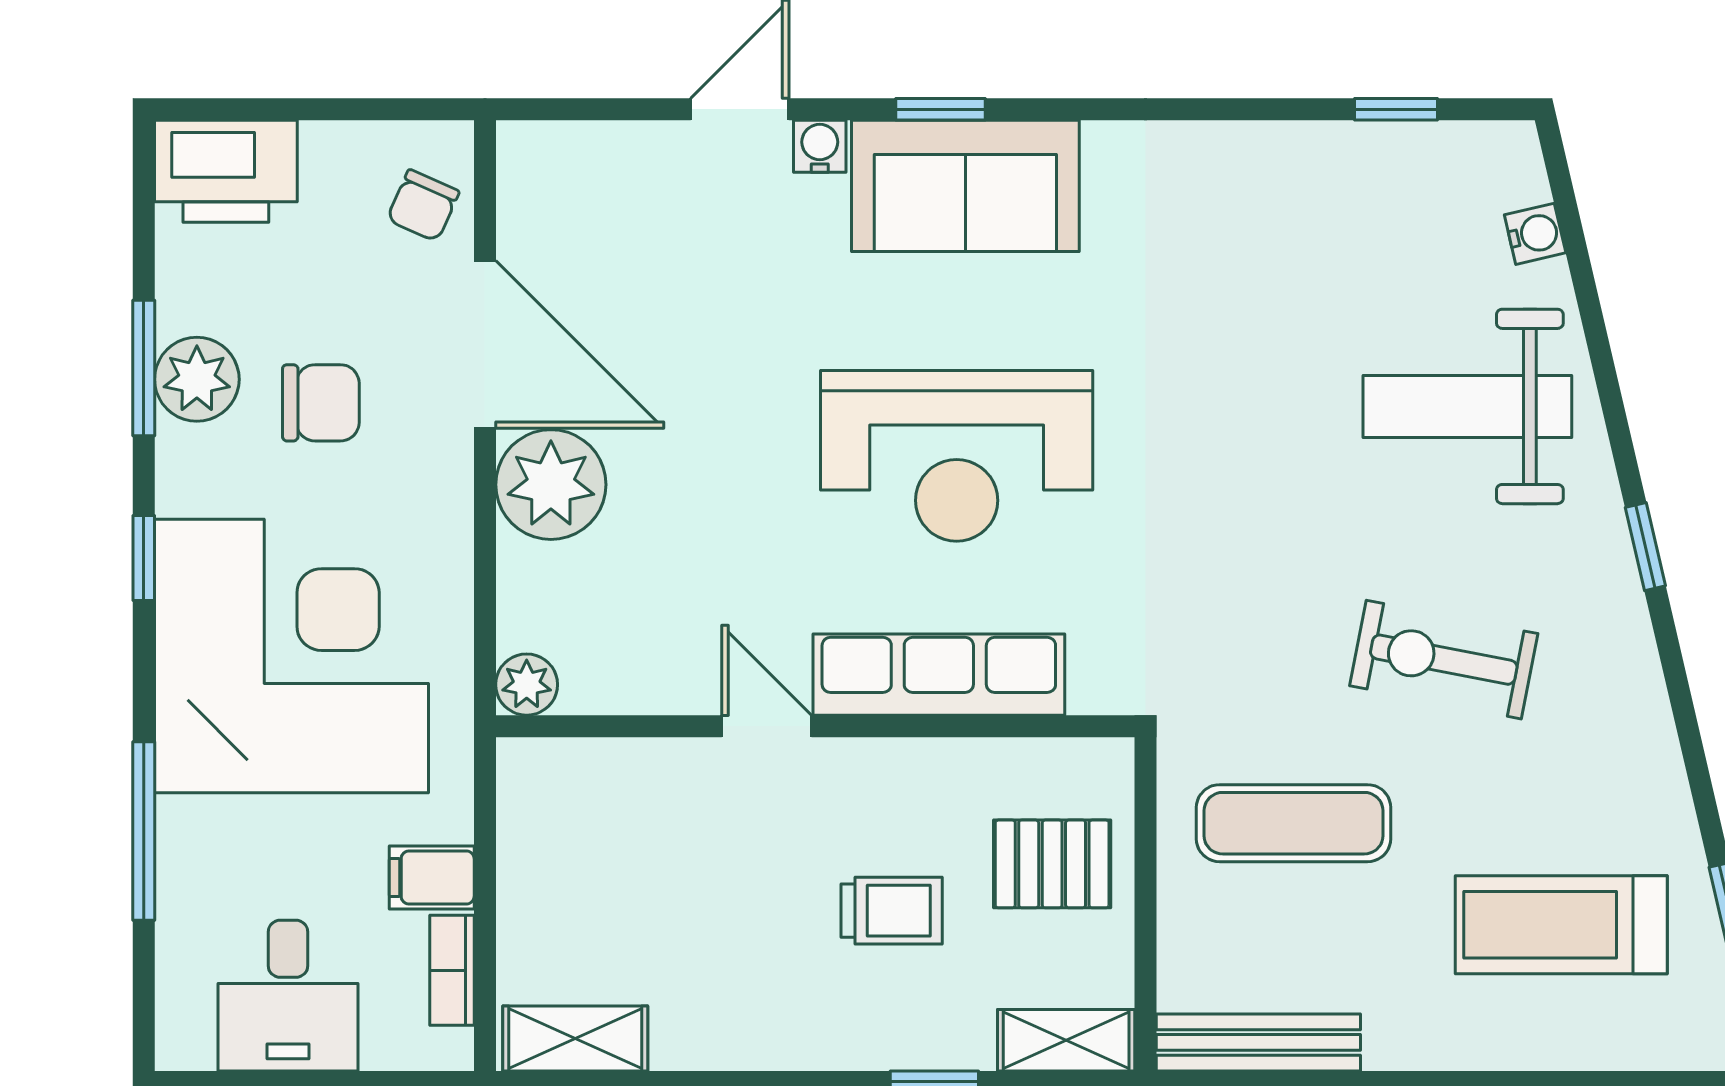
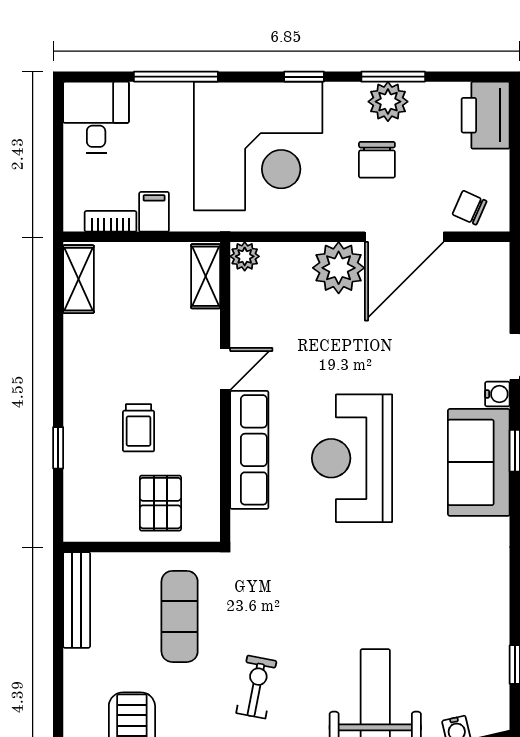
exercise bike: (1444, 660) -> (256, 687), width x0.73, depth x0.72
desk: (288, 996) -> (96, 117), moved, turned 90
shelving: (1066, 1040) -> (206, 276), moved

